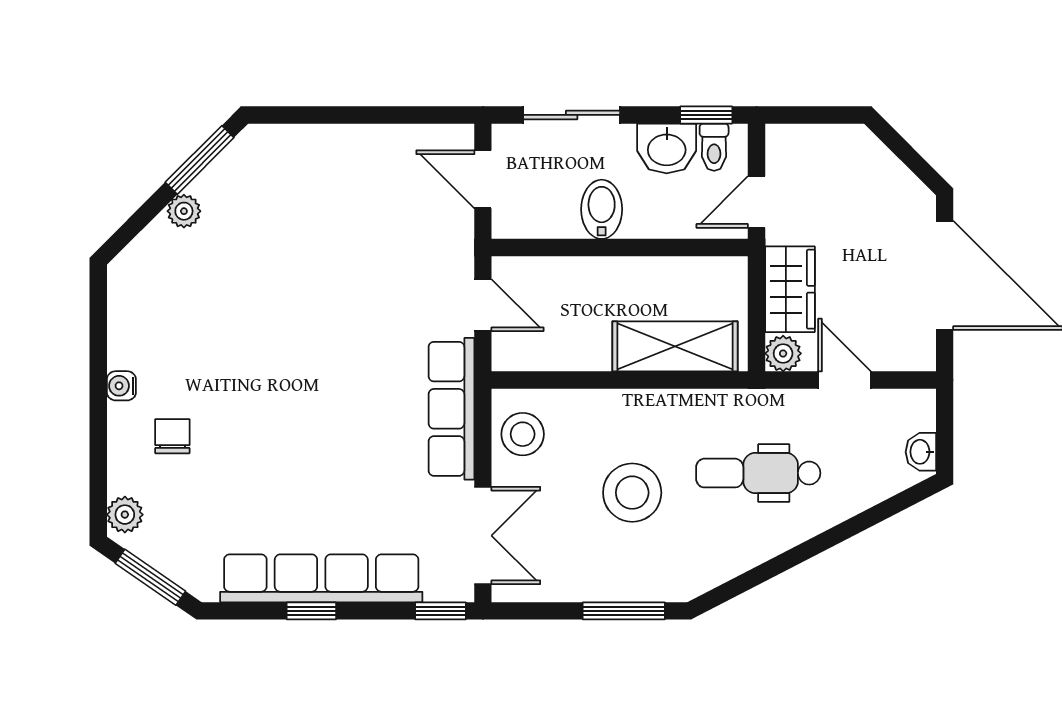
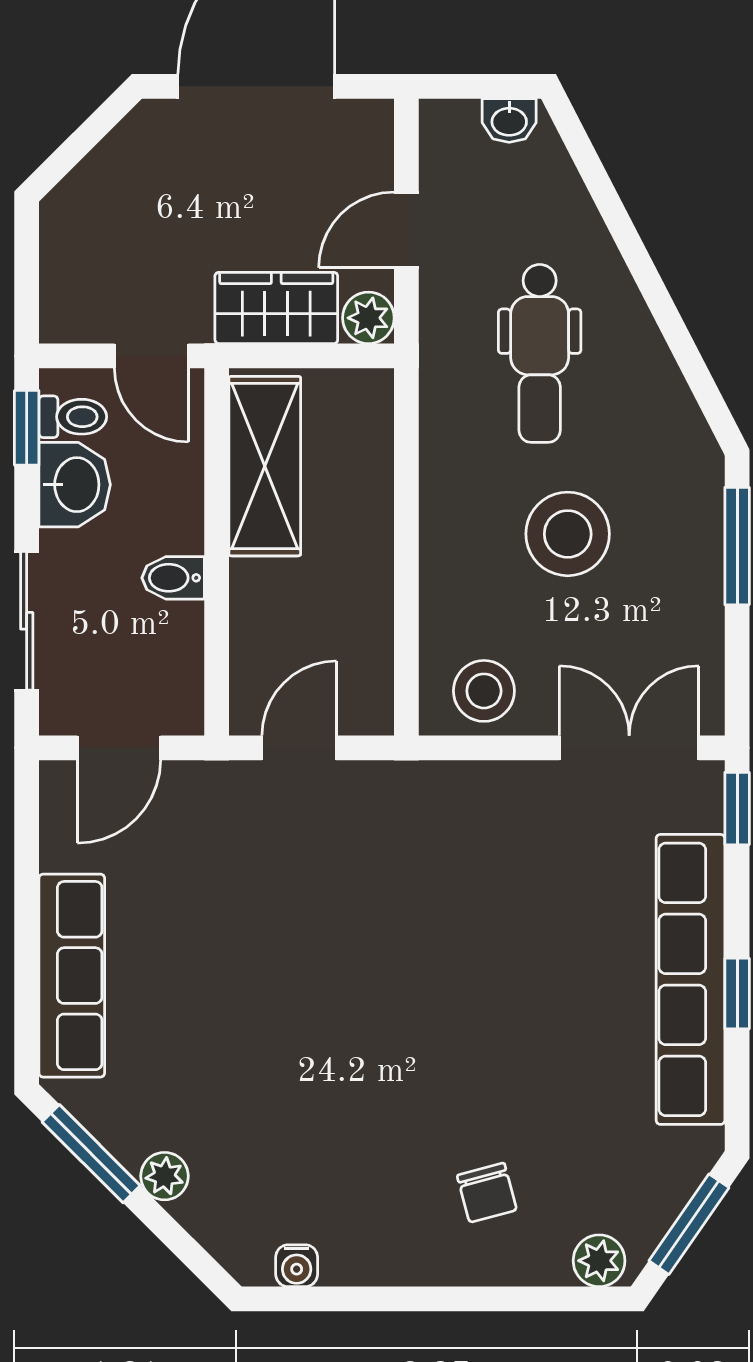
bidet: (602, 209) -> (173, 578), width x0.72, depth x0.74
shelving: (675, 346) -> (265, 466), moved
water cooler: (121, 386) -> (297, 1266), moved
row of seats: (451, 409) -> (72, 976), moved, turned -90
chair: (172, 436) -> (487, 1193), turned -105

